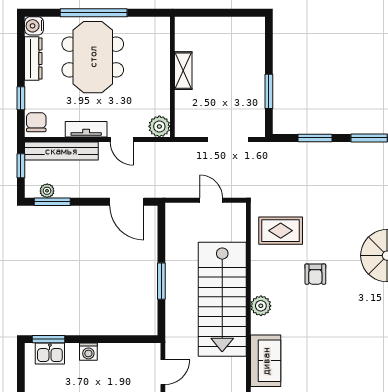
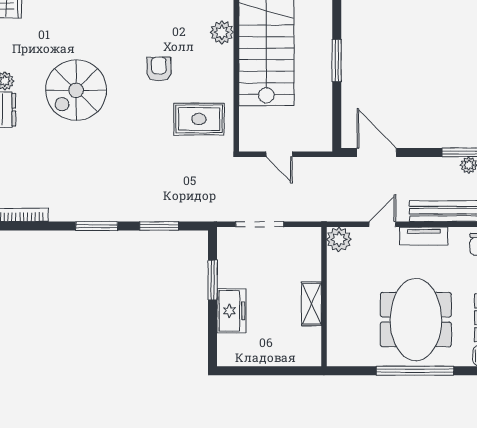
freezer: (252, 65) -> (231, 311), added
door: (122, 140) -> (382, 224), hinge flipped

